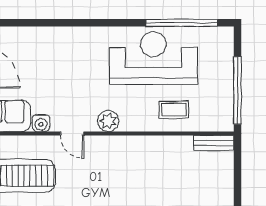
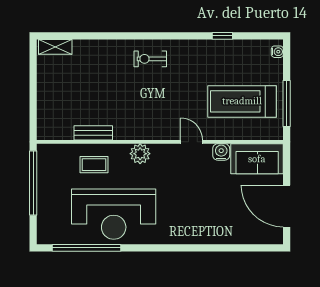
plant: (108, 121) -> (140, 154), moved
bench: (214, 143) -> (93, 133), moved

